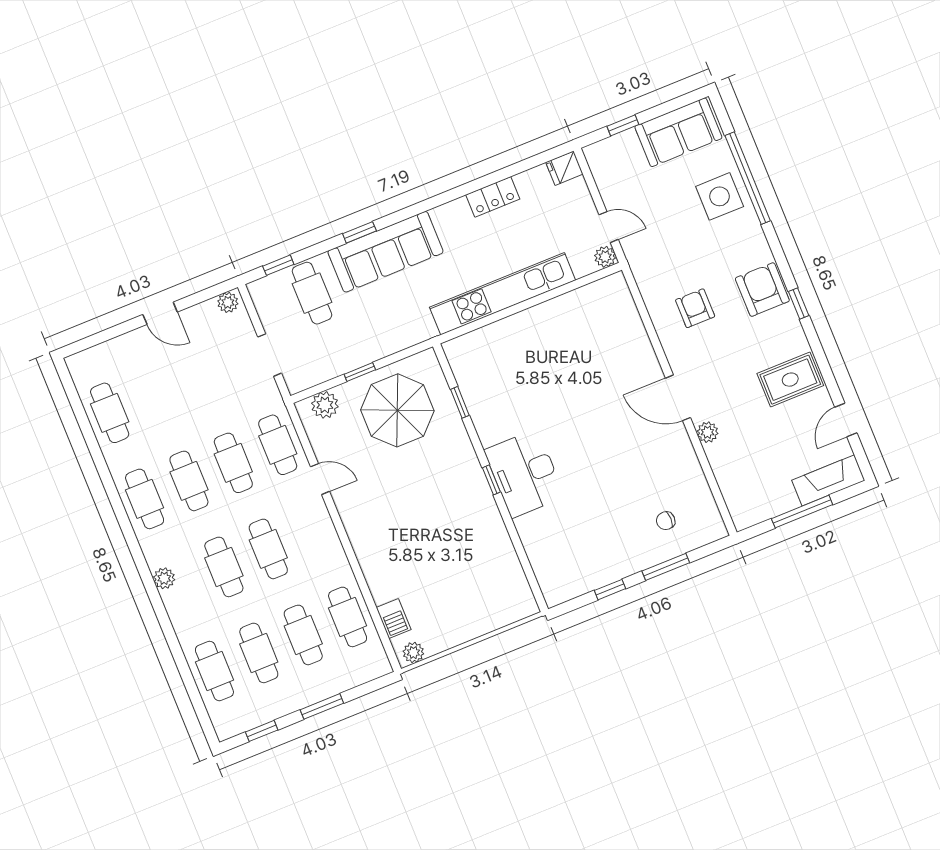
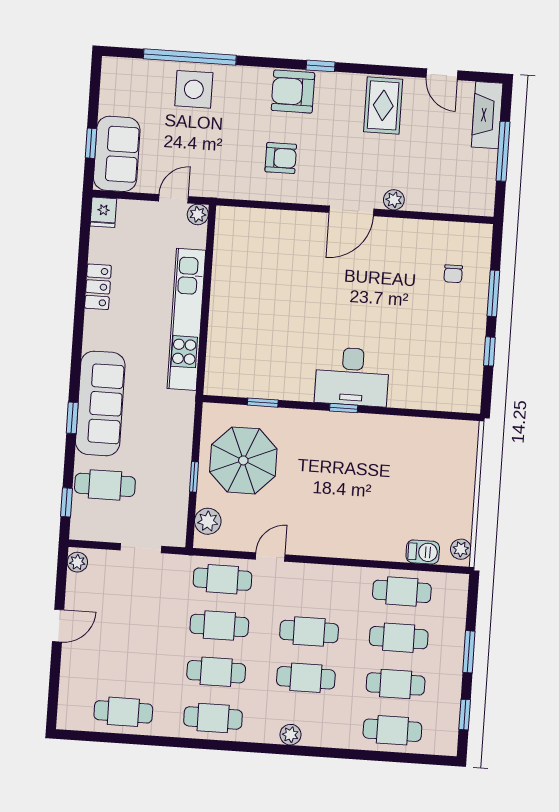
sofa: (678, 132) -> (117, 154), moved
armchair: (695, 308) -> (281, 158), turned 180

